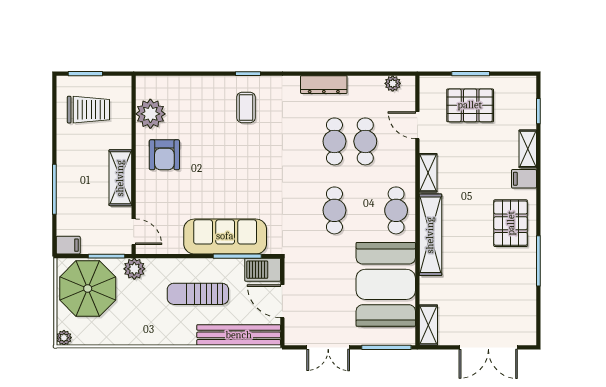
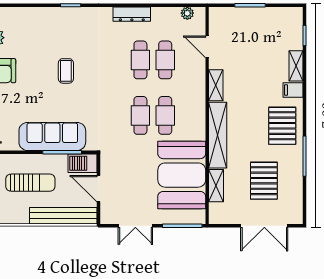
pallet: (470, 105) -> (264, 181), moved, turned 90
coffee table: (246, 107) -> (66, 71), moved
cafe table: (396, 210) -> (165, 115), moved
sun lounger: (198, 294) -> (30, 183), turned 180
shelving: (428, 325) -> (216, 186), moved

